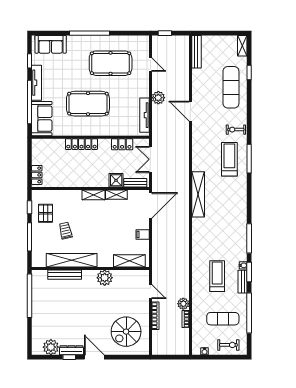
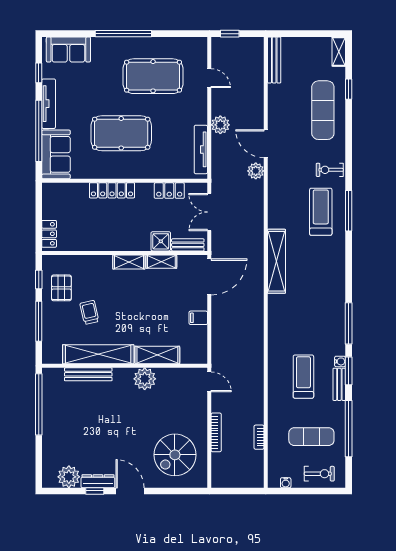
shelving: (129, 261) -> (157, 355), moved
door: (150, 292) -> (209, 382), moved
plant: (183, 304) -> (256, 171), moved

